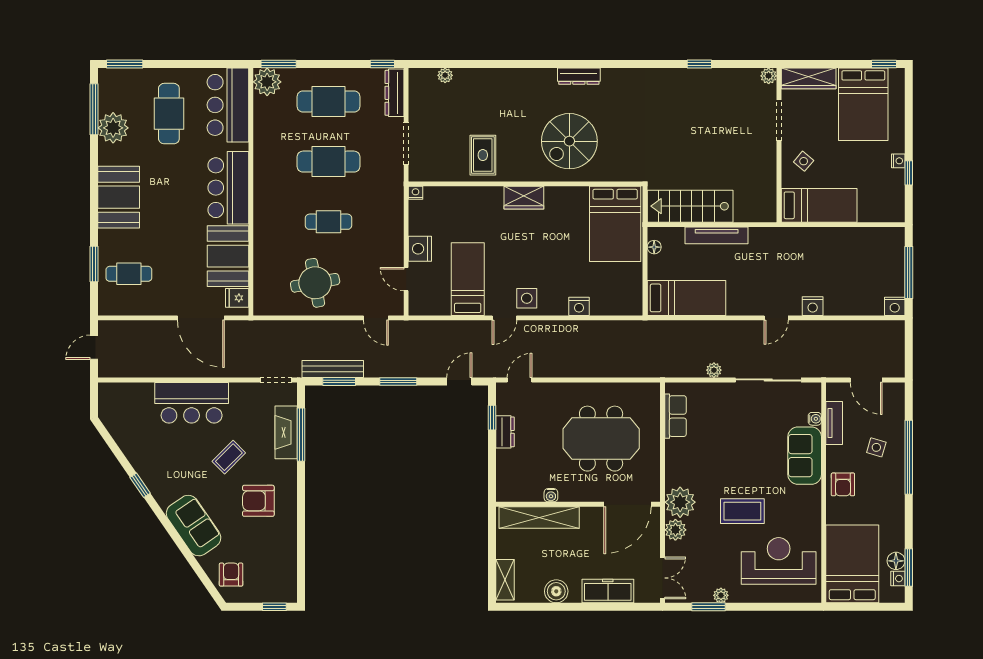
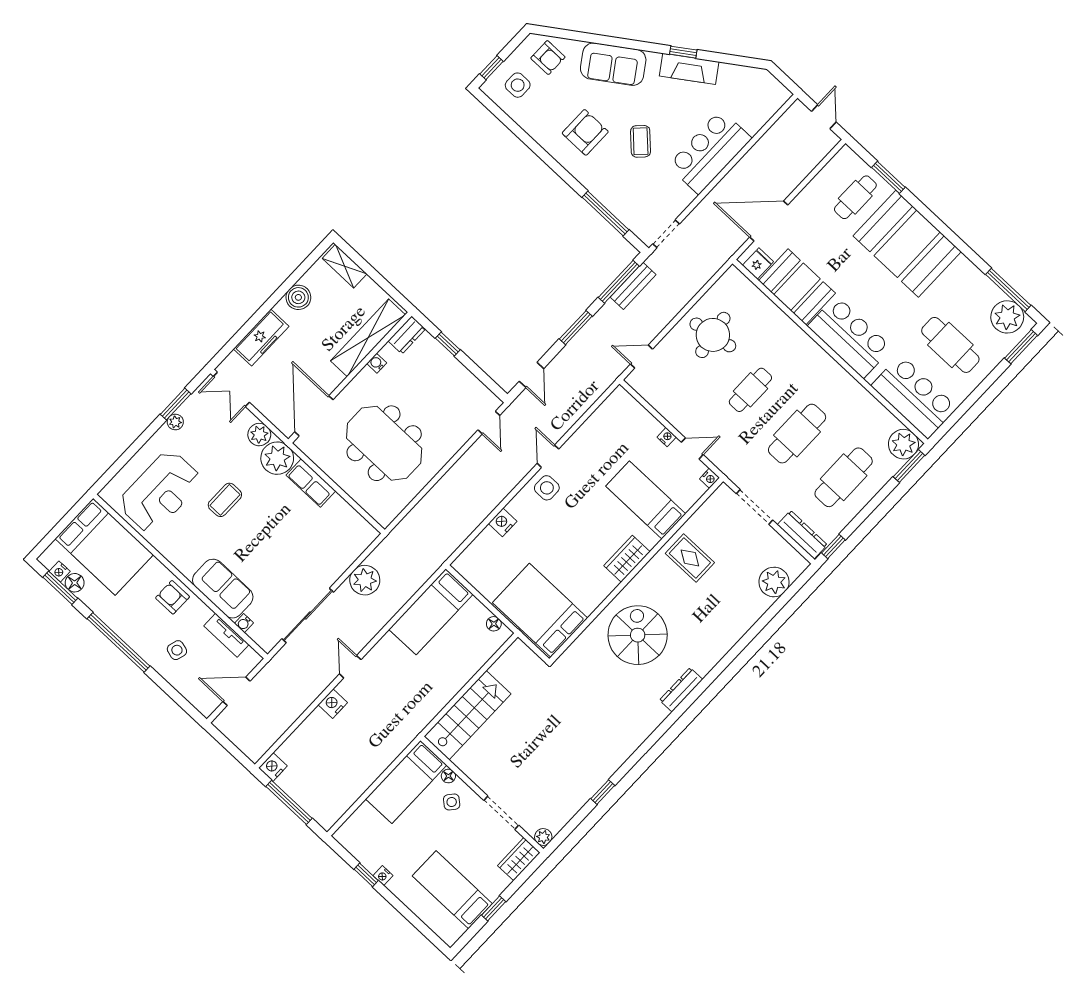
window: (884, 64) -> (494, 908), moved
plant: (445, 75) -> (774, 582), width x1.88, depth x1.88
wardrobe: (809, 78) -> (519, 859), width x0.67
bed: (863, 104) -> (452, 890), width x0.67
plant: (113, 128) -> (1007, 317), moved
floor lamp: (788, 180) -> (448, 776), added
booth: (119, 197) -> (907, 244), width x1.36, depth x1.42
stairs: (690, 206) -> (468, 715), moved
tv unit: (717, 235) -> (457, 681), removed
nightstand: (420, 249) -> (667, 437), width x0.53, depth x0.56
door: (406, 279) -> (692, 448), moved
bed: (468, 279) -> (646, 500), moved, turned 180
bench: (333, 369) -> (633, 286), width x0.73
plant: (714, 370) -> (365, 580), width x1.88, depth x1.88
window: (339, 382) -> (619, 282), width x1.44
row of seats: (675, 416) -> (311, 483), moved
window: (492, 418) -> (448, 344), moved
fireplace: (286, 432) -> (689, 69), moved, turned 145
dresser: (505, 432) -> (407, 335), moved, turned -90
meeting table: (601, 439) -> (384, 443), turned 90
window: (909, 457) -> (118, 642), moved
coffee table: (742, 511) -> (225, 500), width x0.73, depth x0.77
side table: (269, 578) -> (518, 85), added

